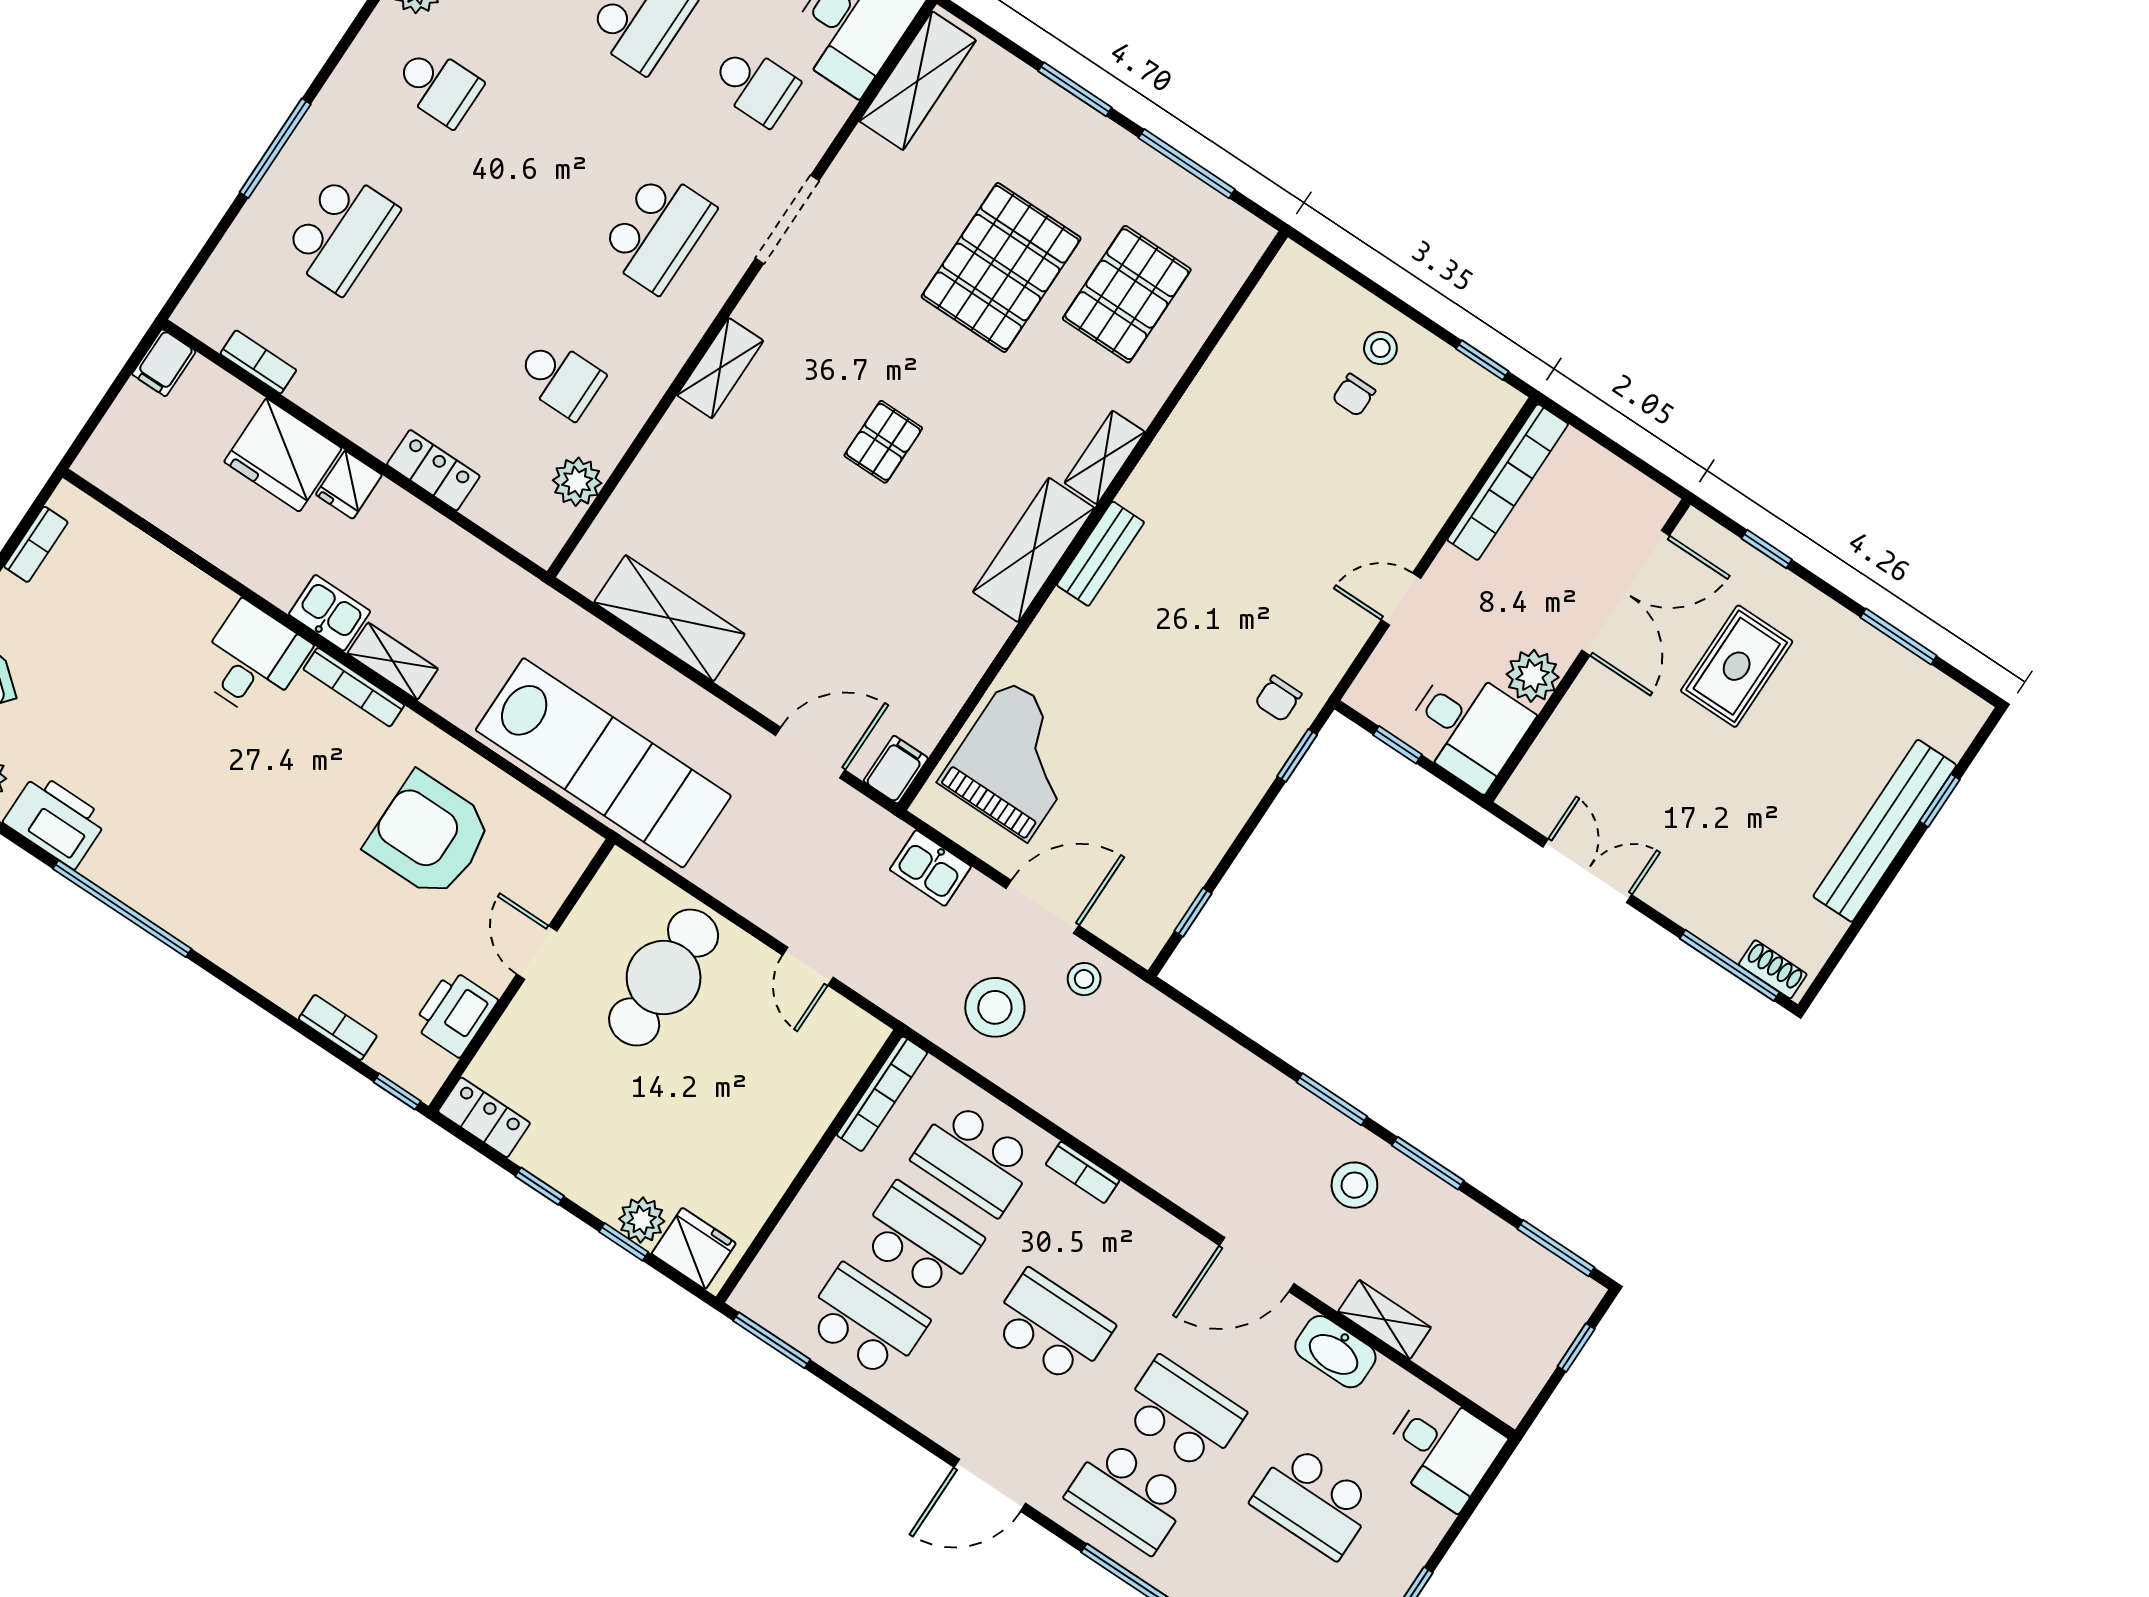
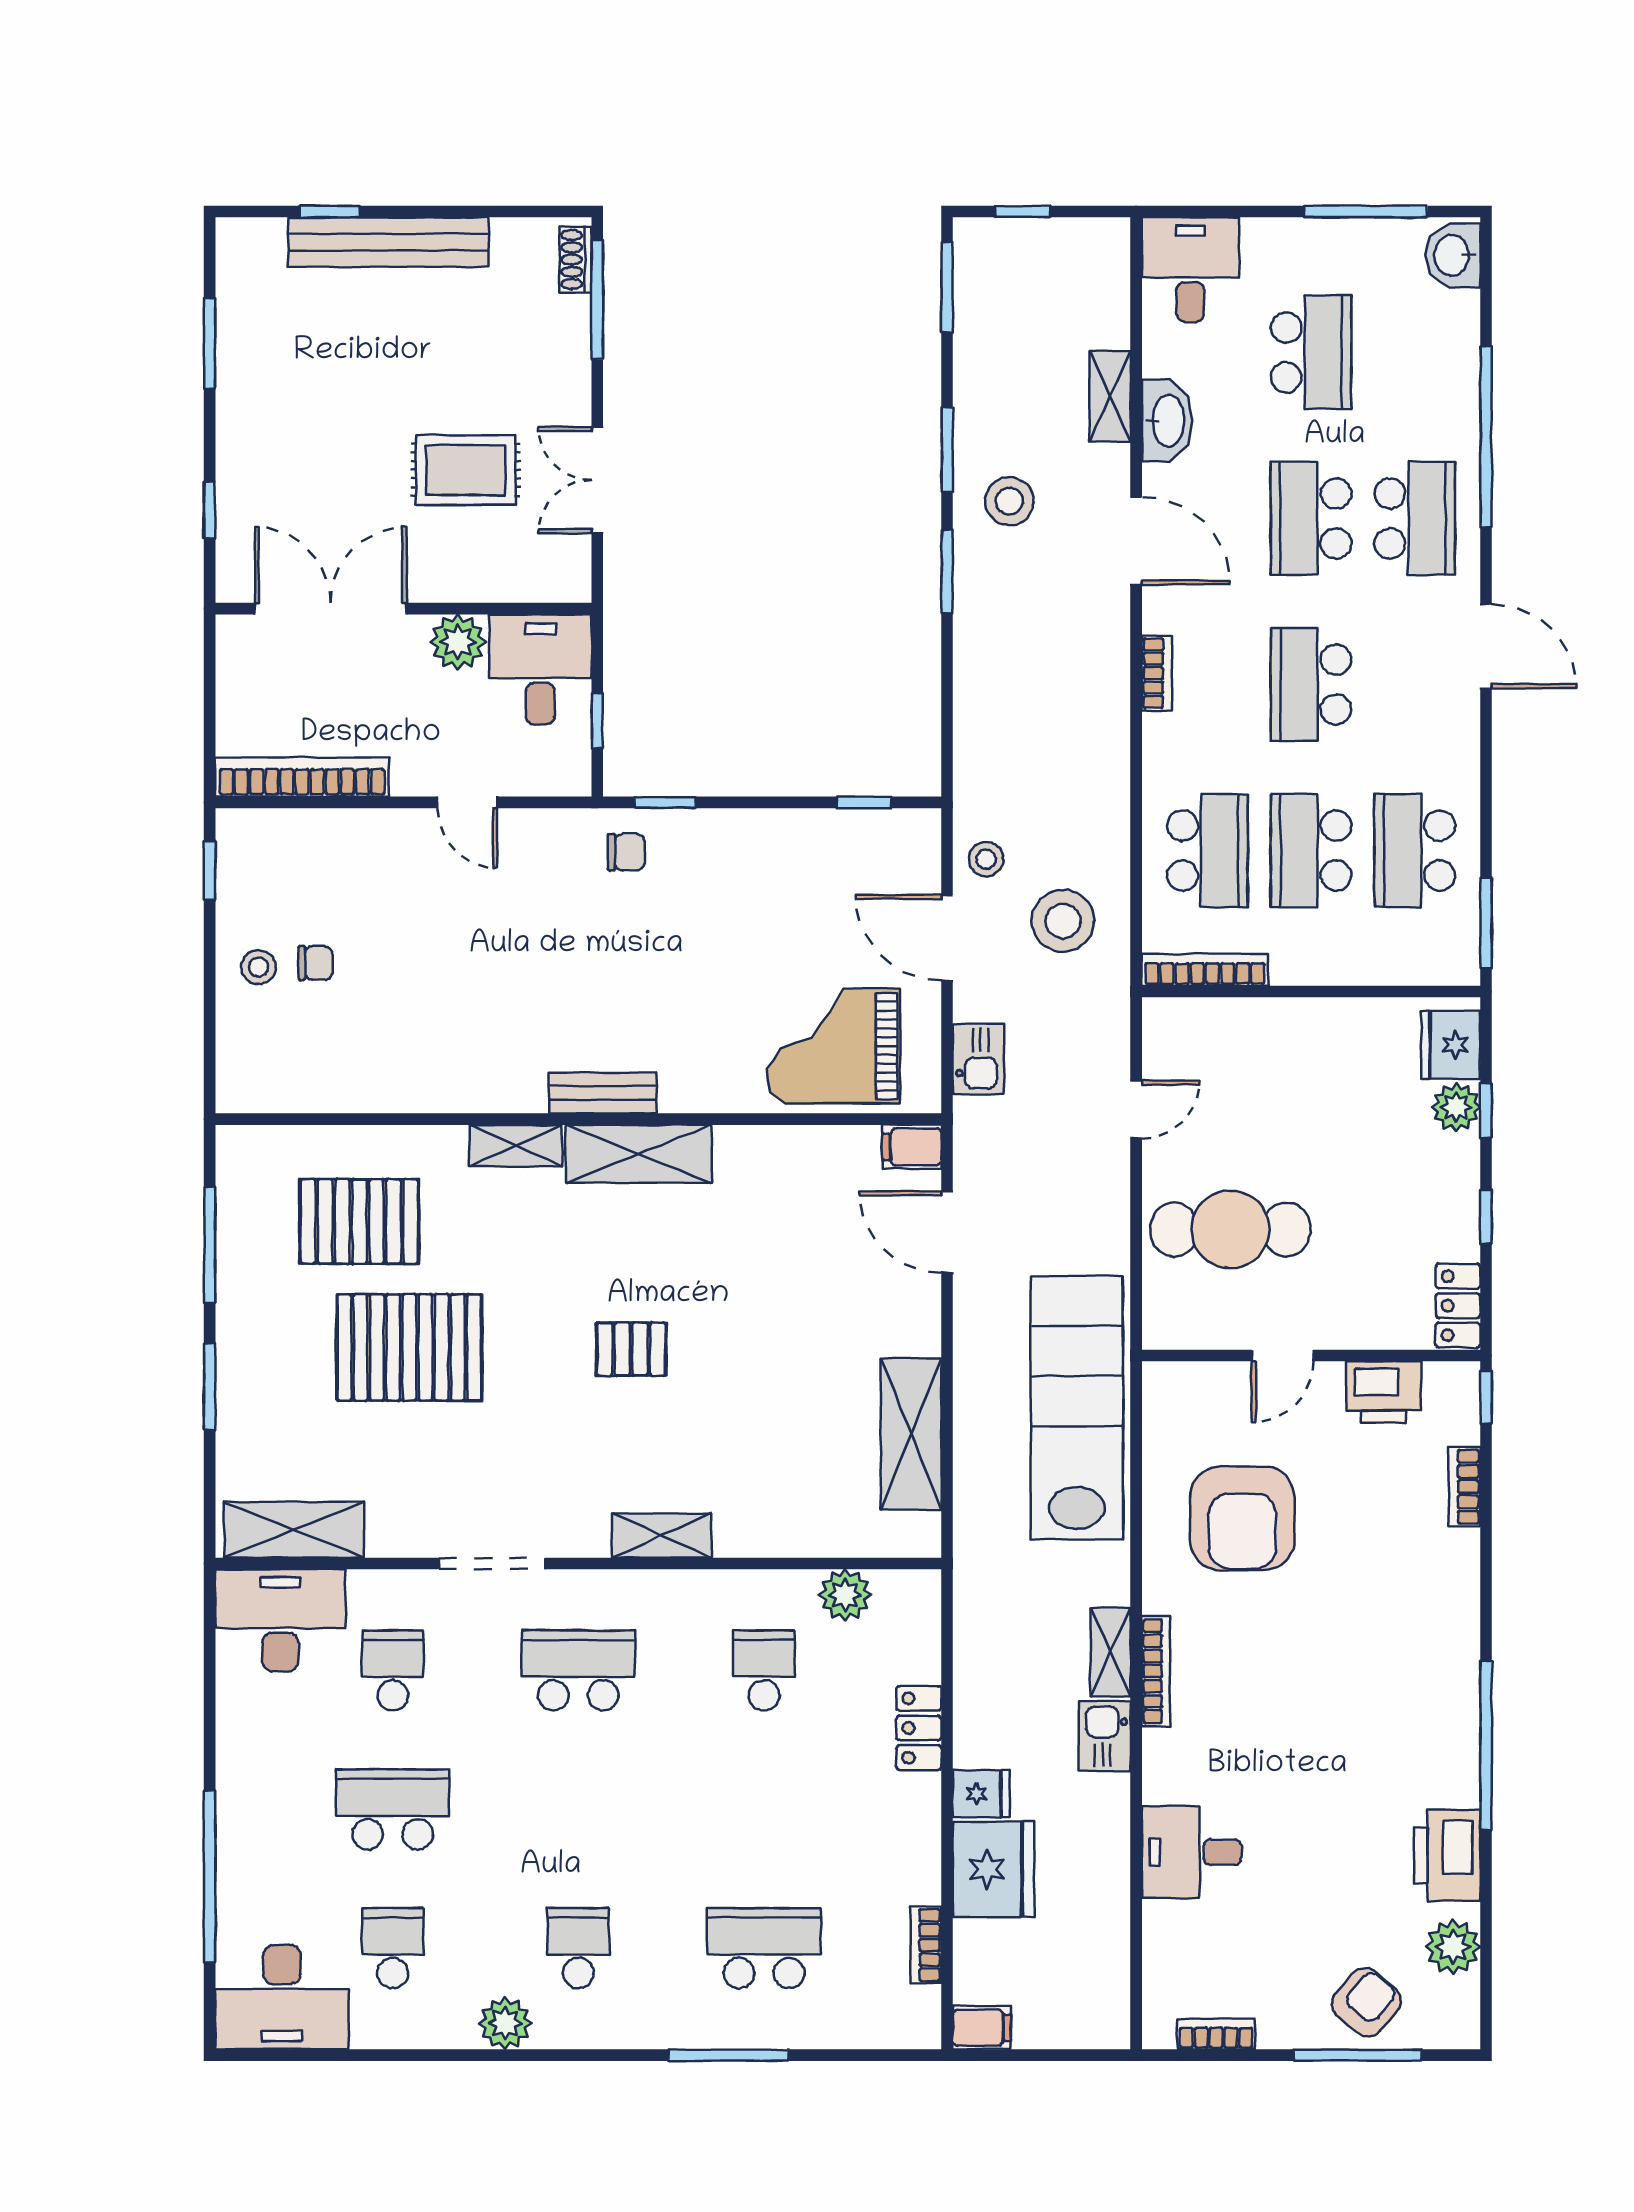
desk: (252, 660) -> (1192, 1852), moved
rug: (1737, 666) -> (466, 470), moved
bookcase: (1083, 1172) -> (1157, 673), moved

